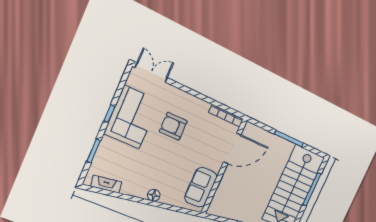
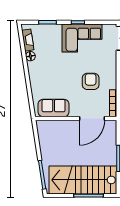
armchair: (173, 126) -> (91, 81), moved
door: (232, 148) -> (92, 118), hinge flipped
floor lamp: (154, 195) -> (30, 56), moved

